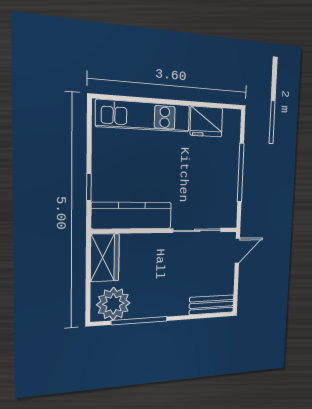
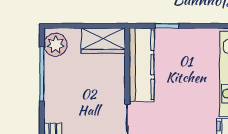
plant: (113, 304) -> (56, 45), width x0.73, depth x0.73

